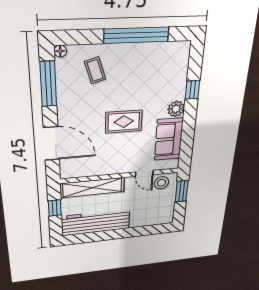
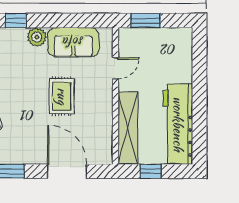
rug: (124, 122) -> (62, 96), moved
door: (51, 144) -> (67, 171), hinge flipped
stool: (161, 183) -> (131, 47), removed

